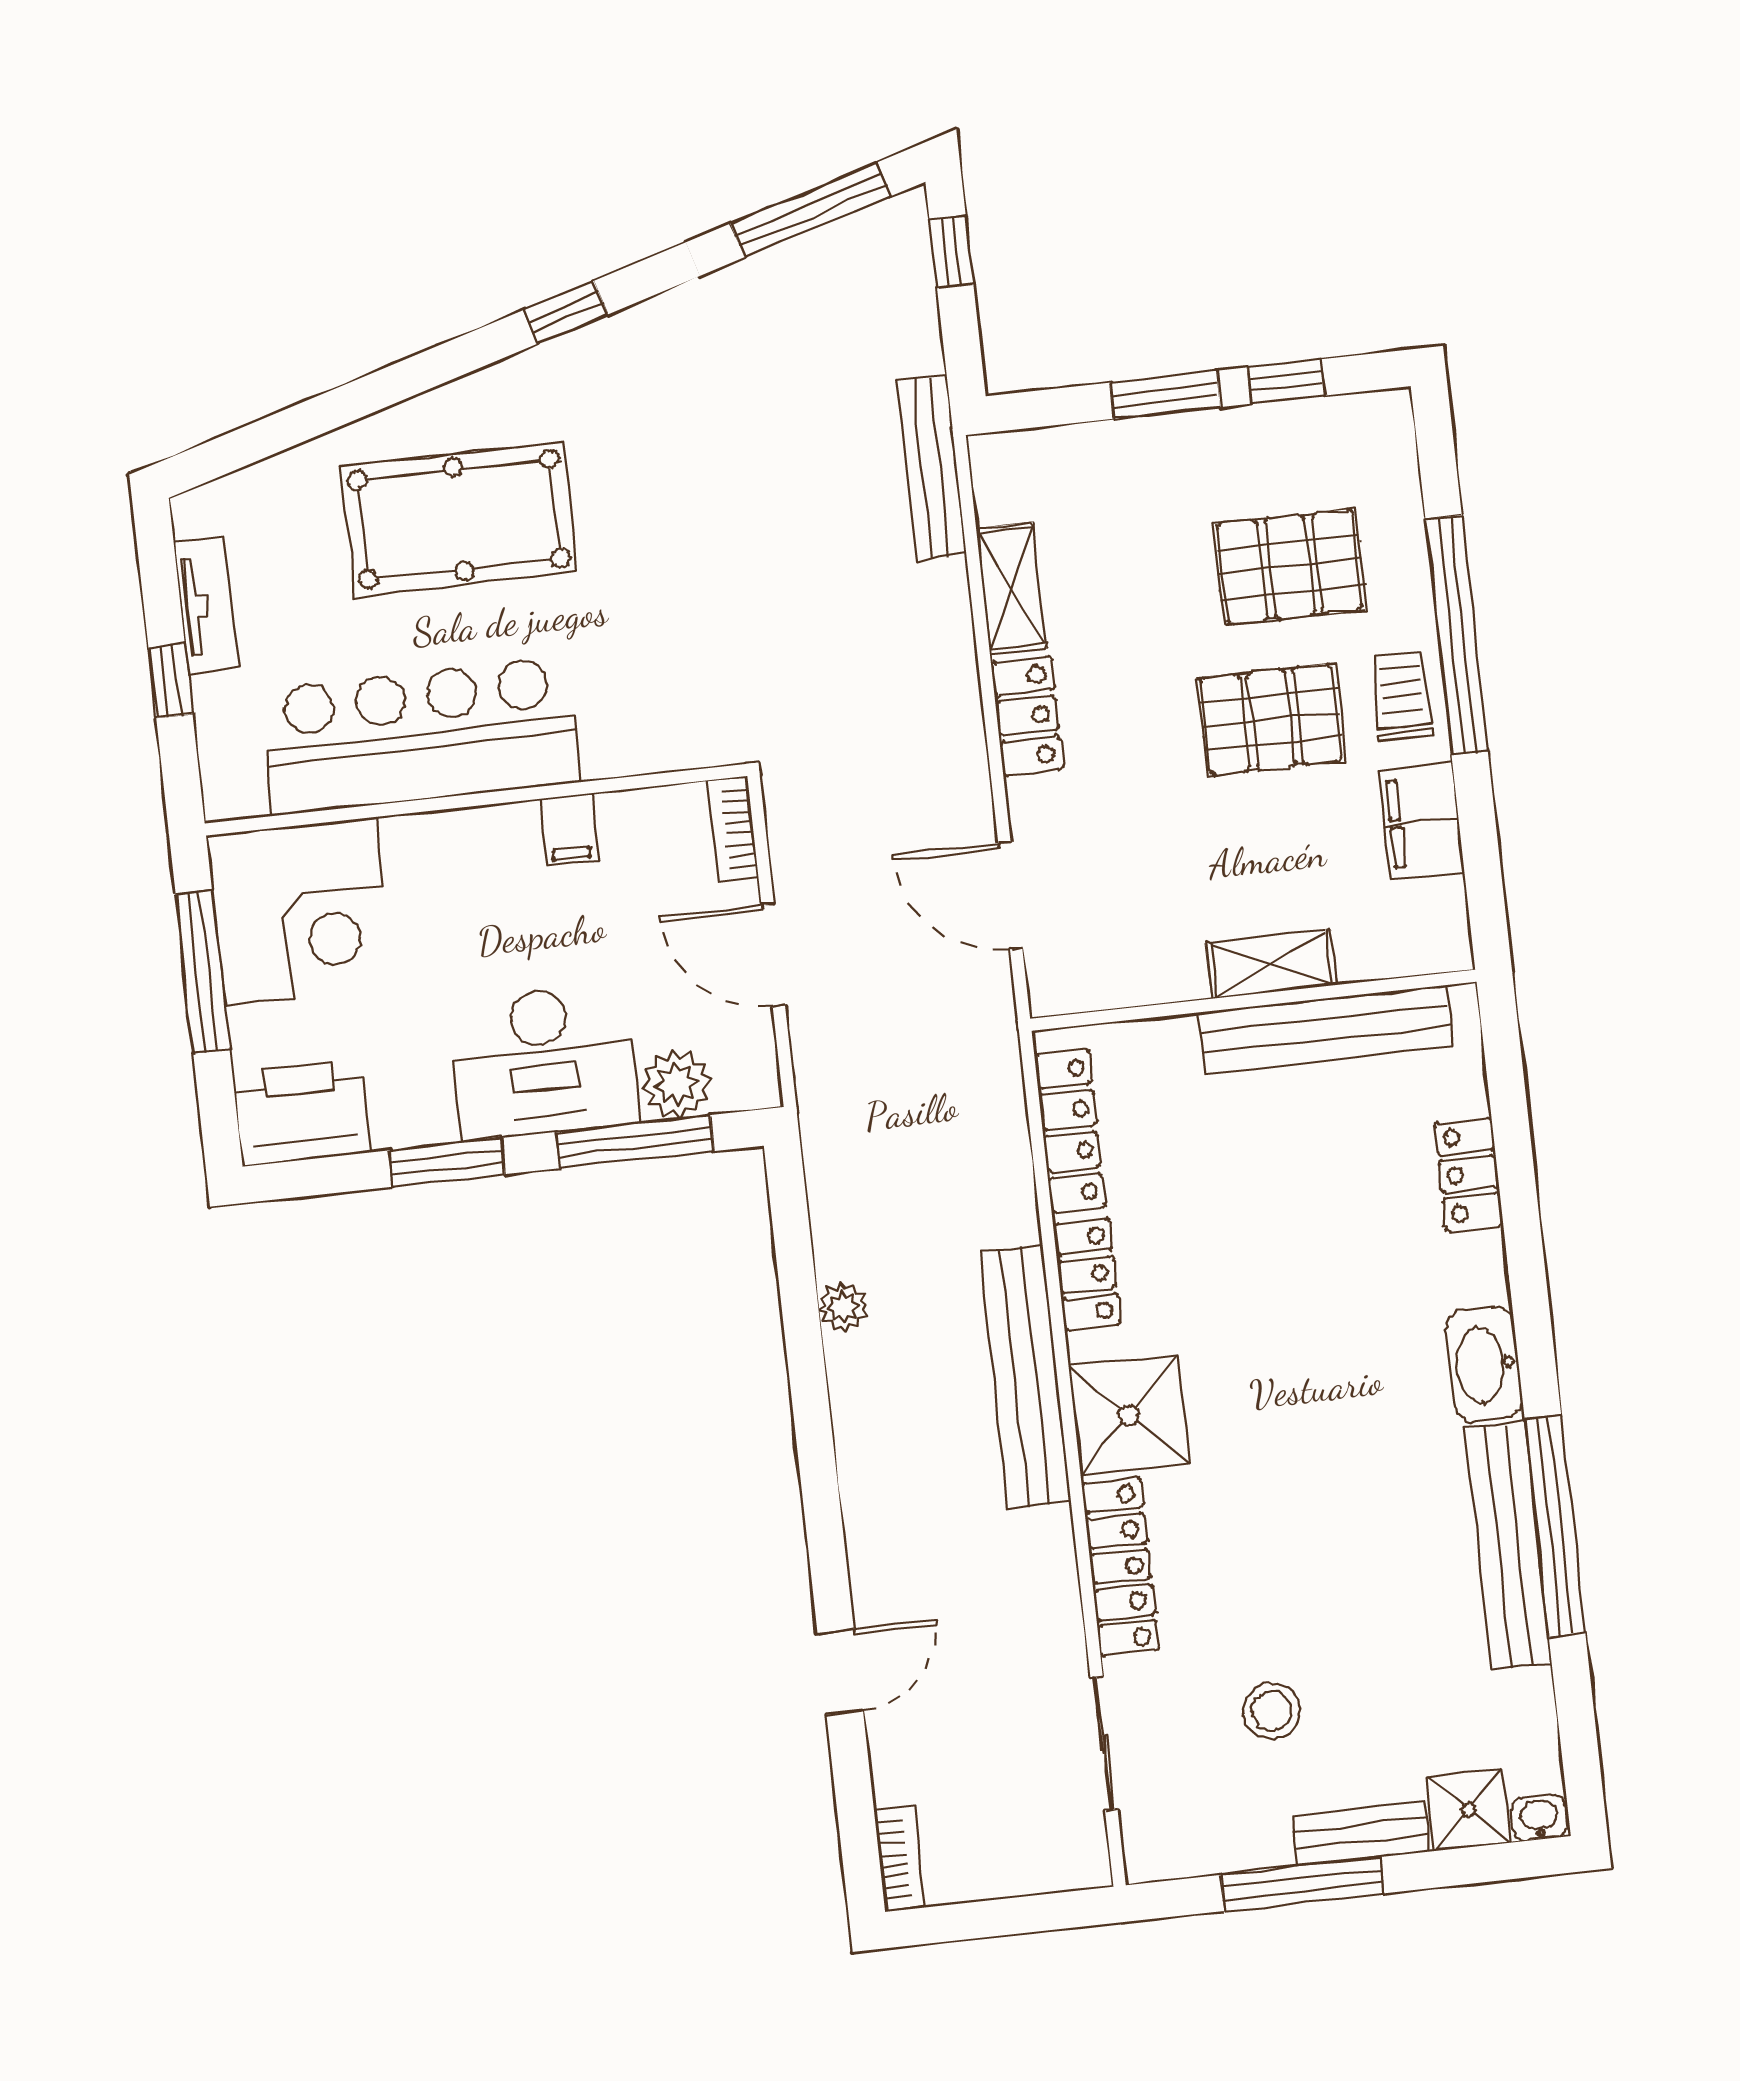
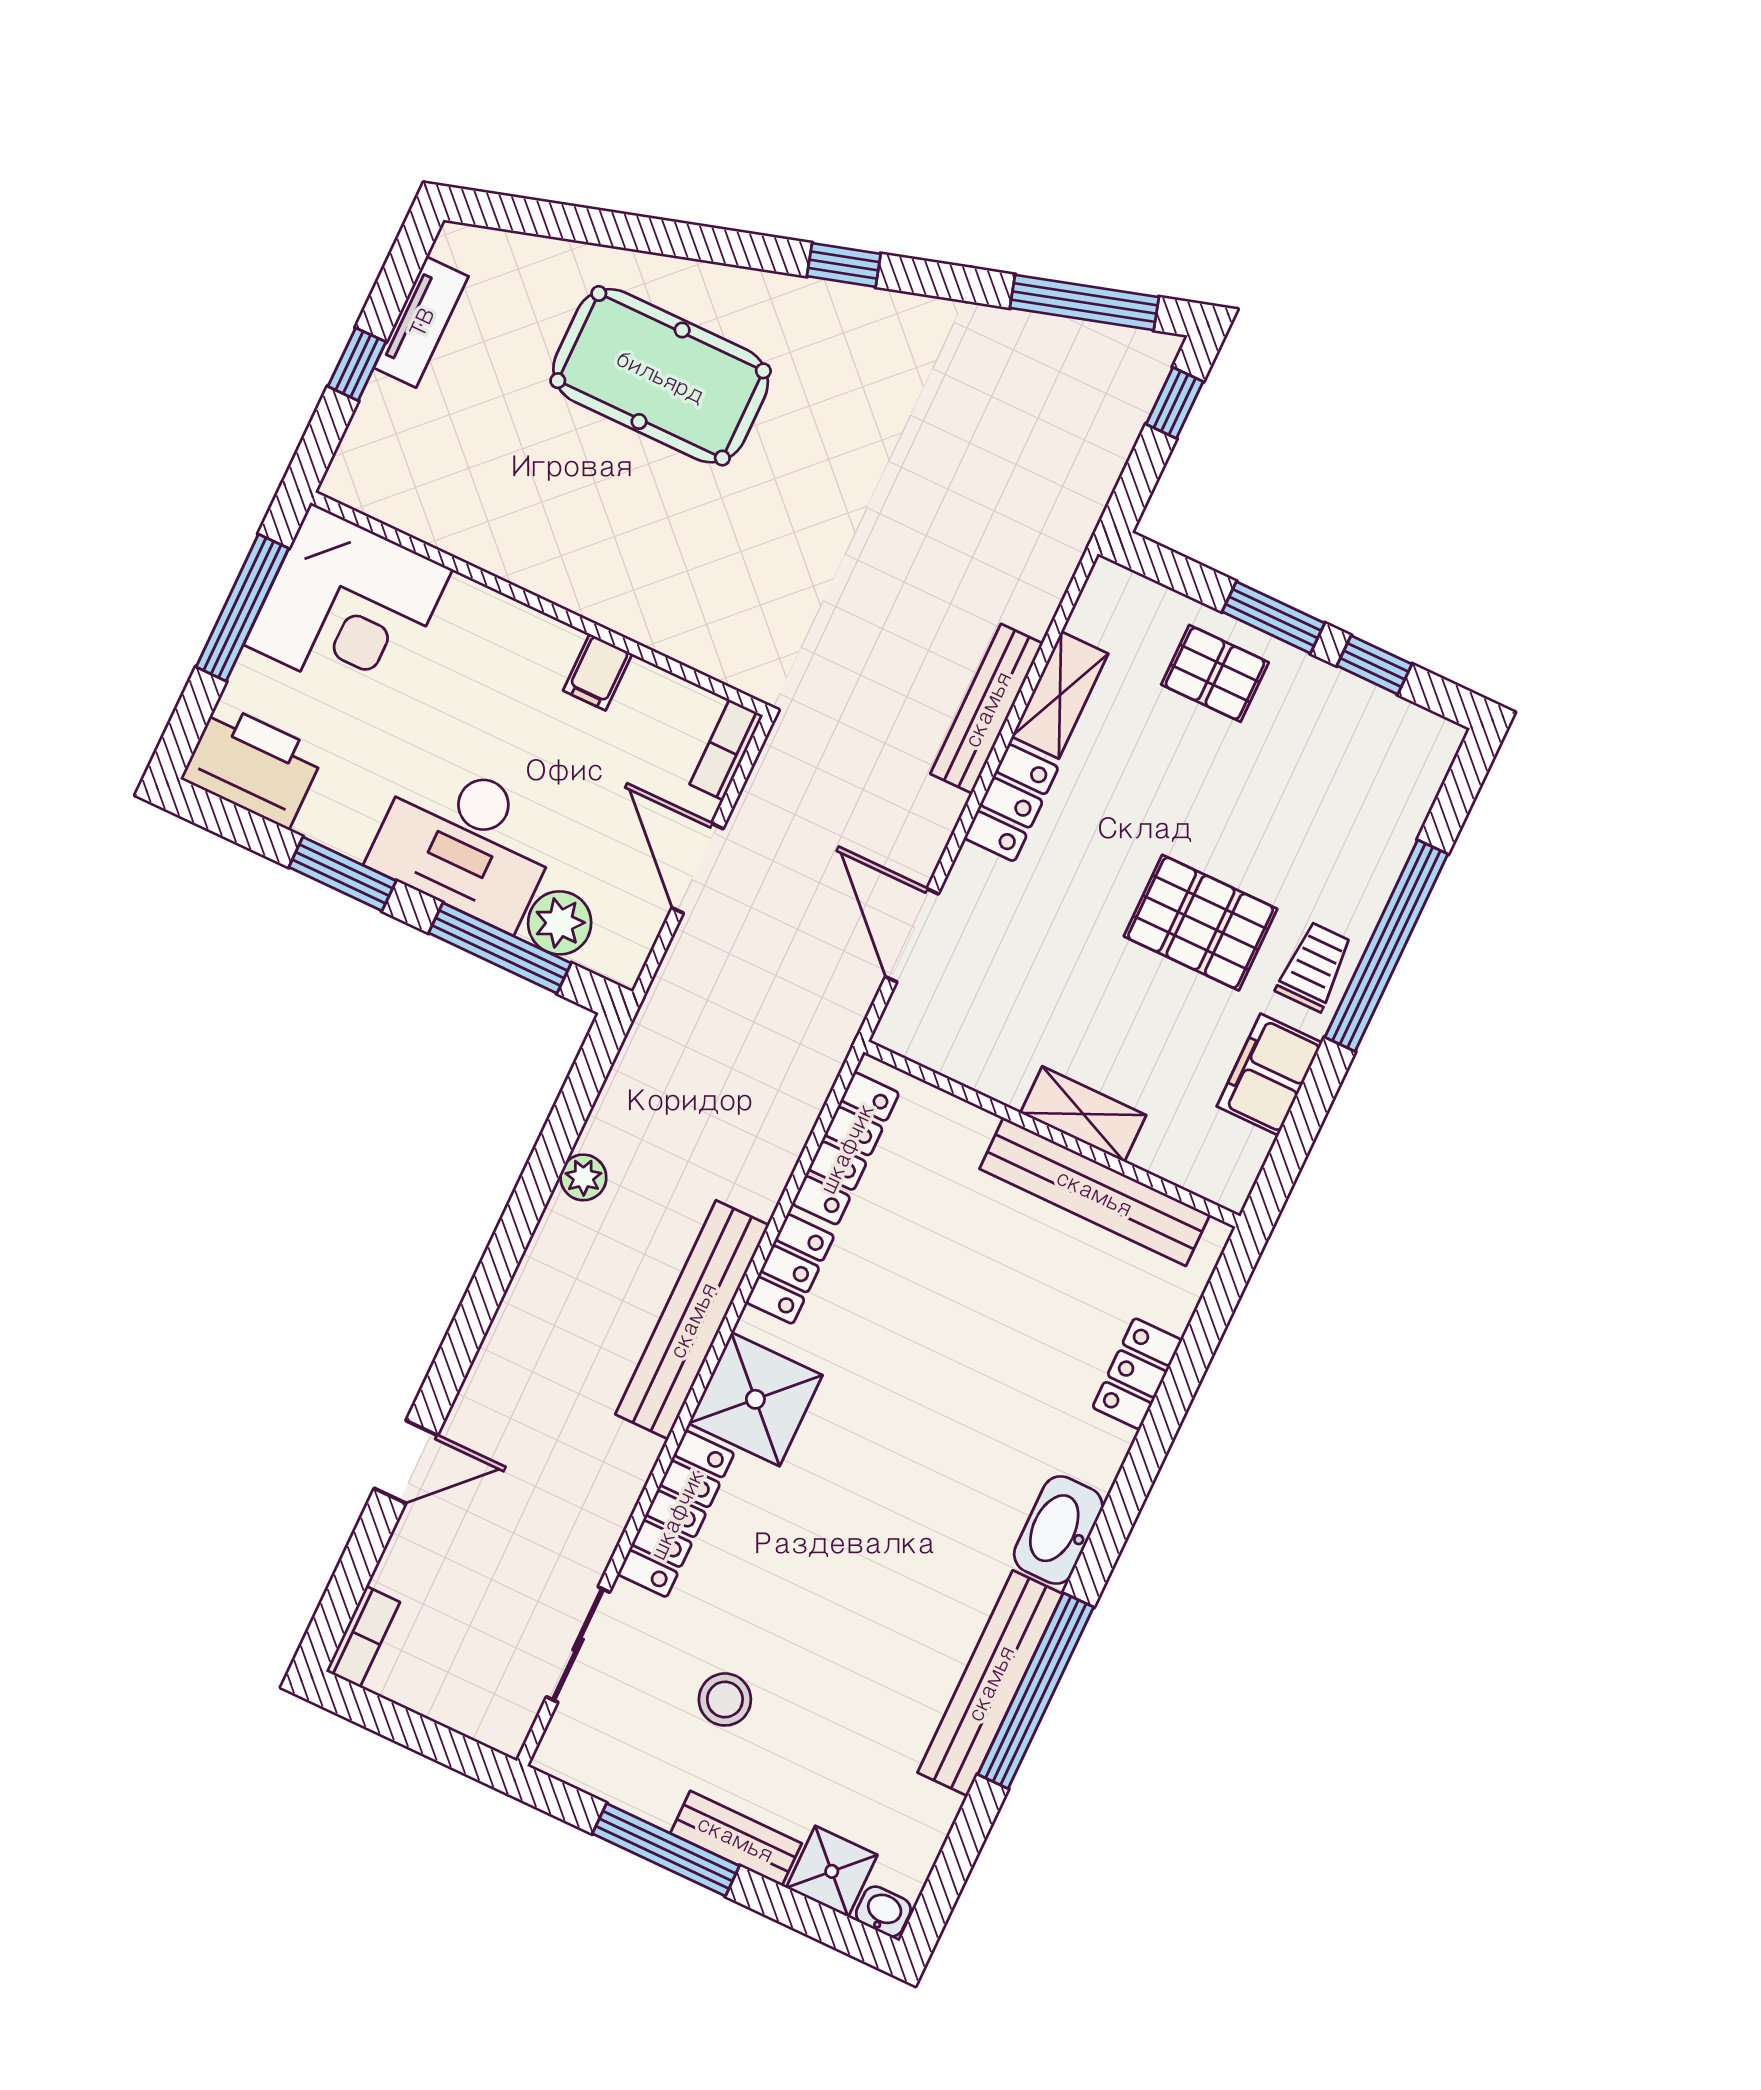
bench: (931, 467) -> (987, 709), moved
pallet: (1290, 567) -> (1215, 673), moved, width x0.67, depth x0.71
bar counter: (420, 736) -> (526, 527), removed

